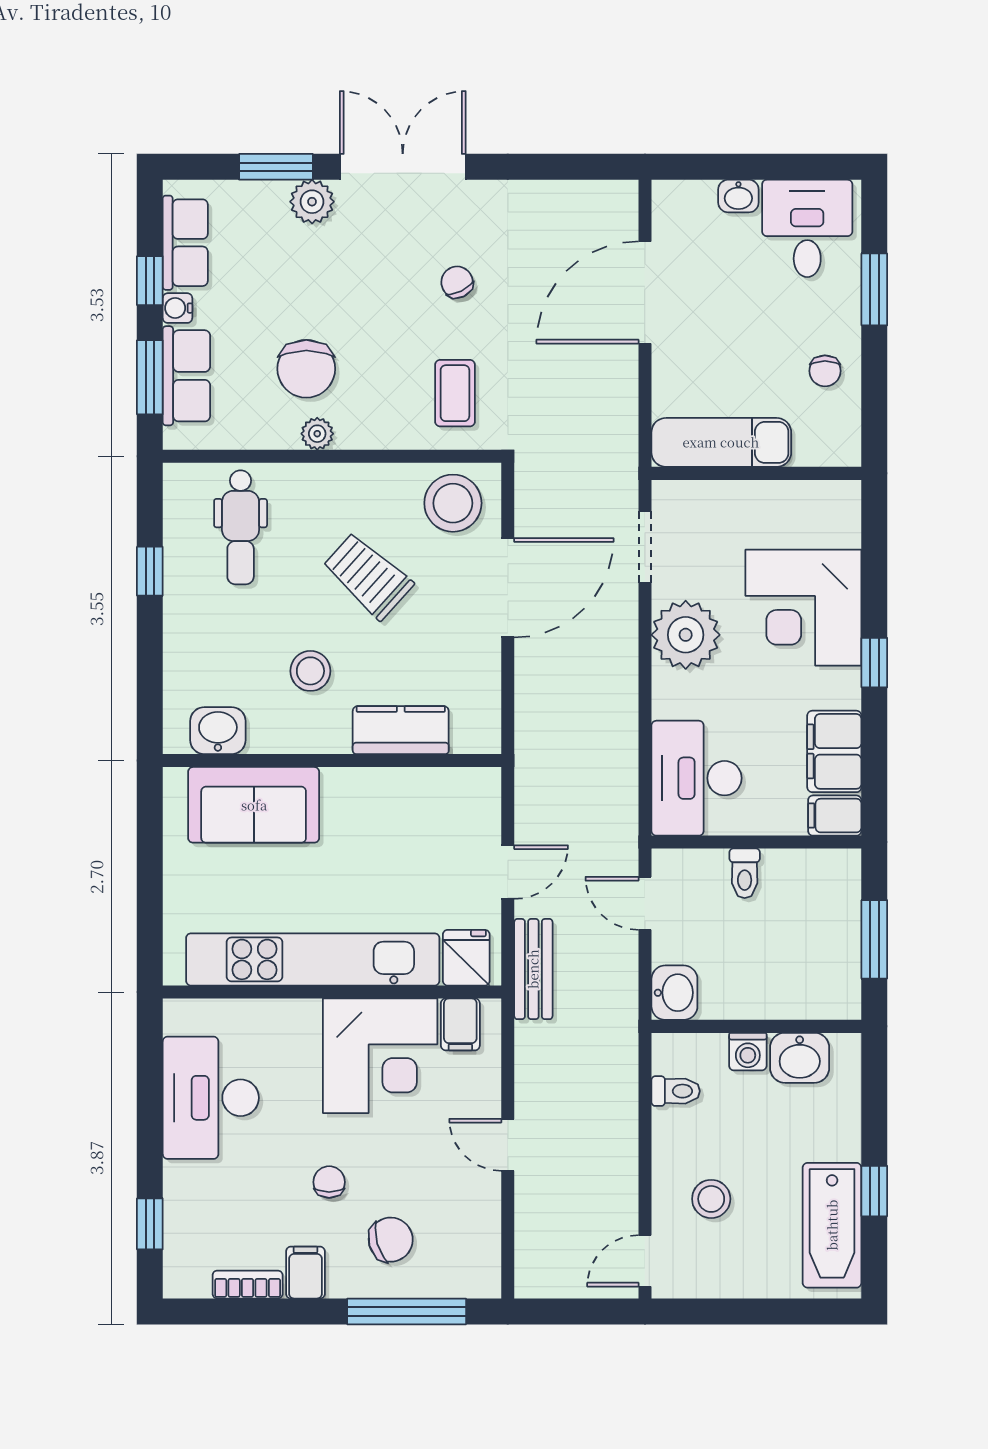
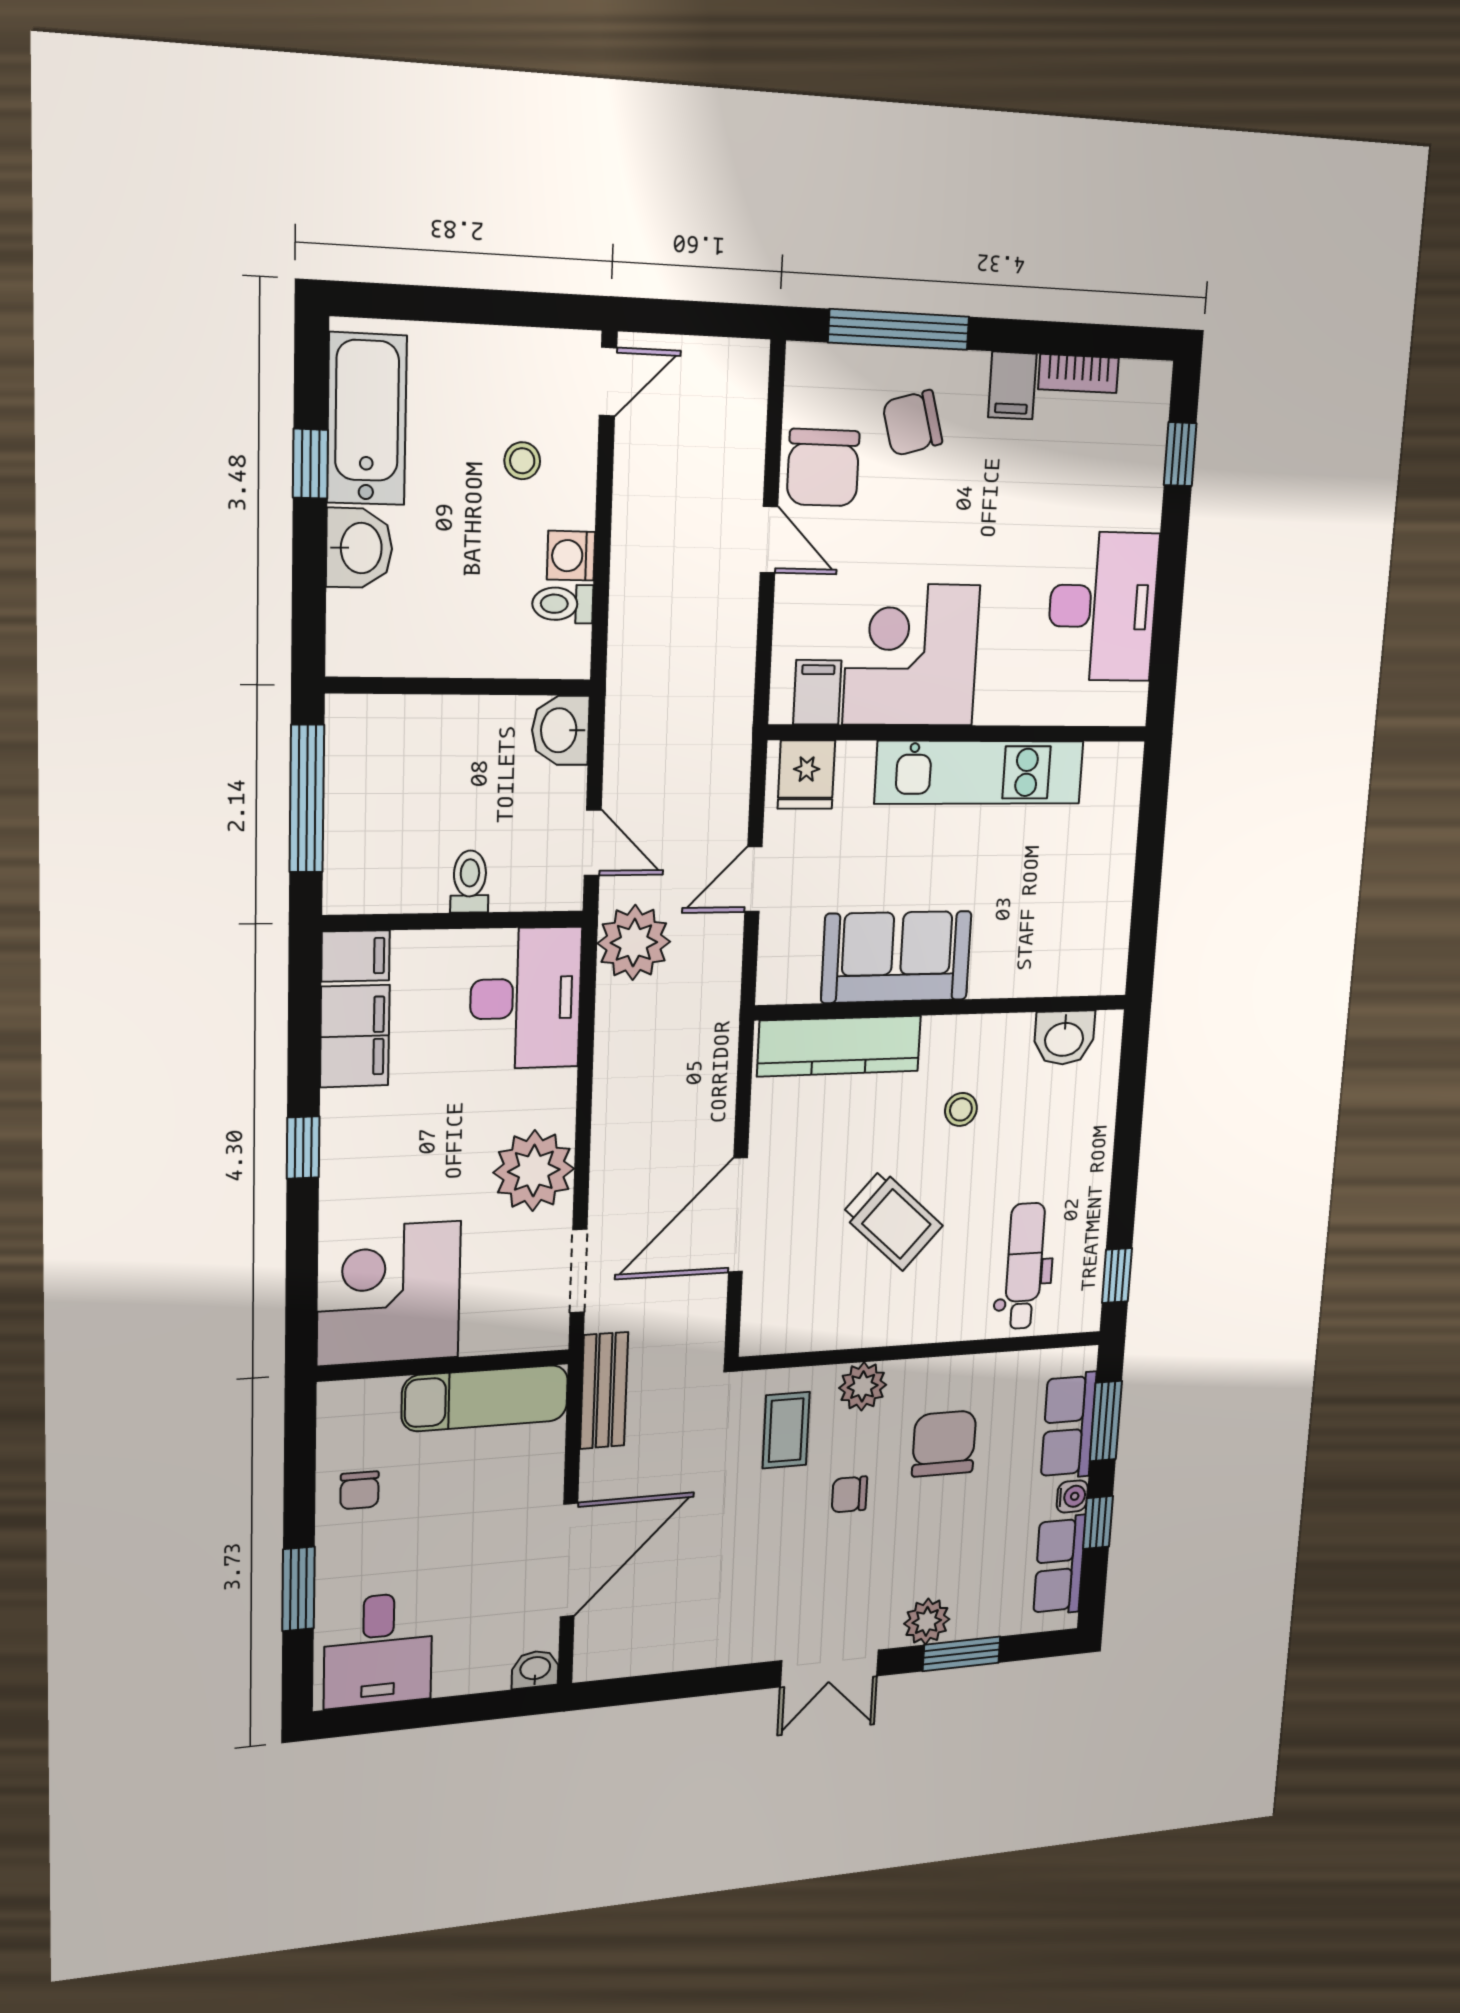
double door: (403, 167) -> (829, 1668), width x0.73
washbasin: (738, 196) -> (535, 1669), moved
chair: (457, 282) -> (849, 1494), moved, turned 116
chair: (825, 371) -> (360, 1490), turned 180
plant: (317, 434) -> (863, 1386), moved, width x1.38, depth x1.38
stool: (453, 503) -> (795, 1308), removed
window: (150, 571) -> (1117, 1276), moved
corner desk: (803, 608) -> (389, 1293), moved, turned -90
stool: (310, 671) -> (961, 1109), width x0.73, depth x0.73
kitchen counter: (401, 730) -> (839, 1046), width x1.50
sofa: (254, 805) -> (897, 957), moved
plant: (608, 822) -> (634, 943), added
window: (874, 939) -> (307, 799), width x1.44
kitchen unit: (313, 959) -> (980, 772), width x0.73
bench: (533, 969) -> (604, 1391), moved
washing machine: (748, 1052) -> (571, 556), moved, turned -90
washbasin: (800, 1058) -> (359, 548), moved, turned 90
chair: (329, 1182) -> (823, 468), moved, width x1.87, depth x1.87
stool: (711, 1199) -> (522, 461), width x0.73, depth x0.73

